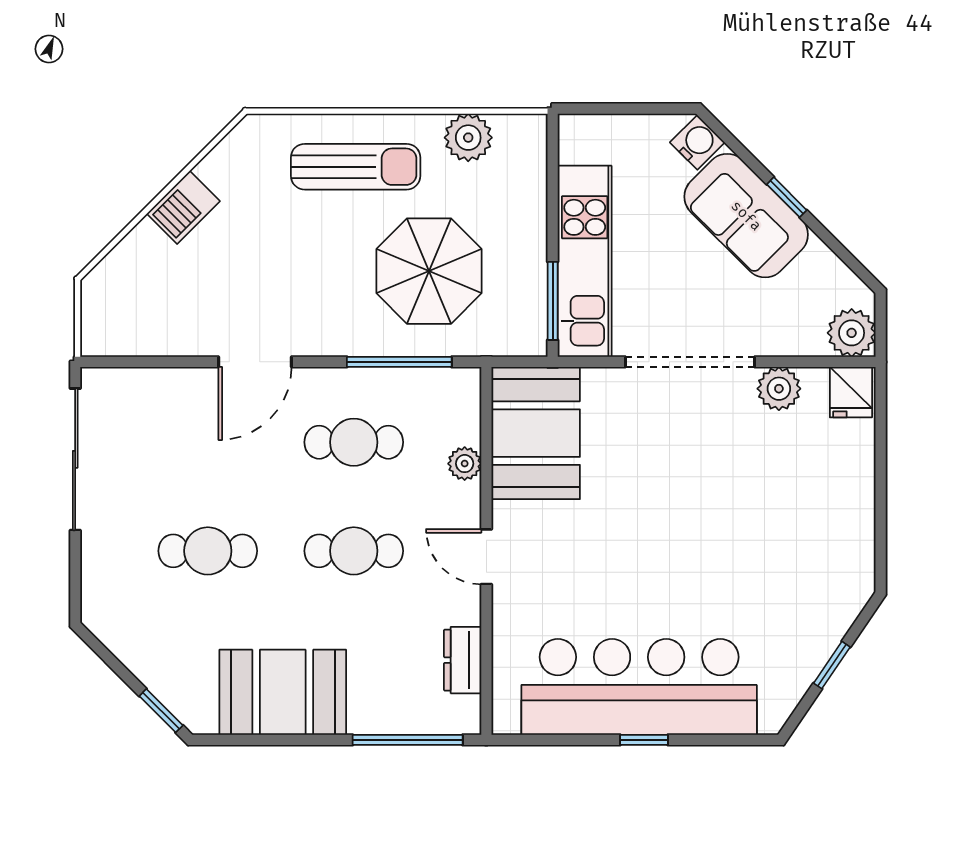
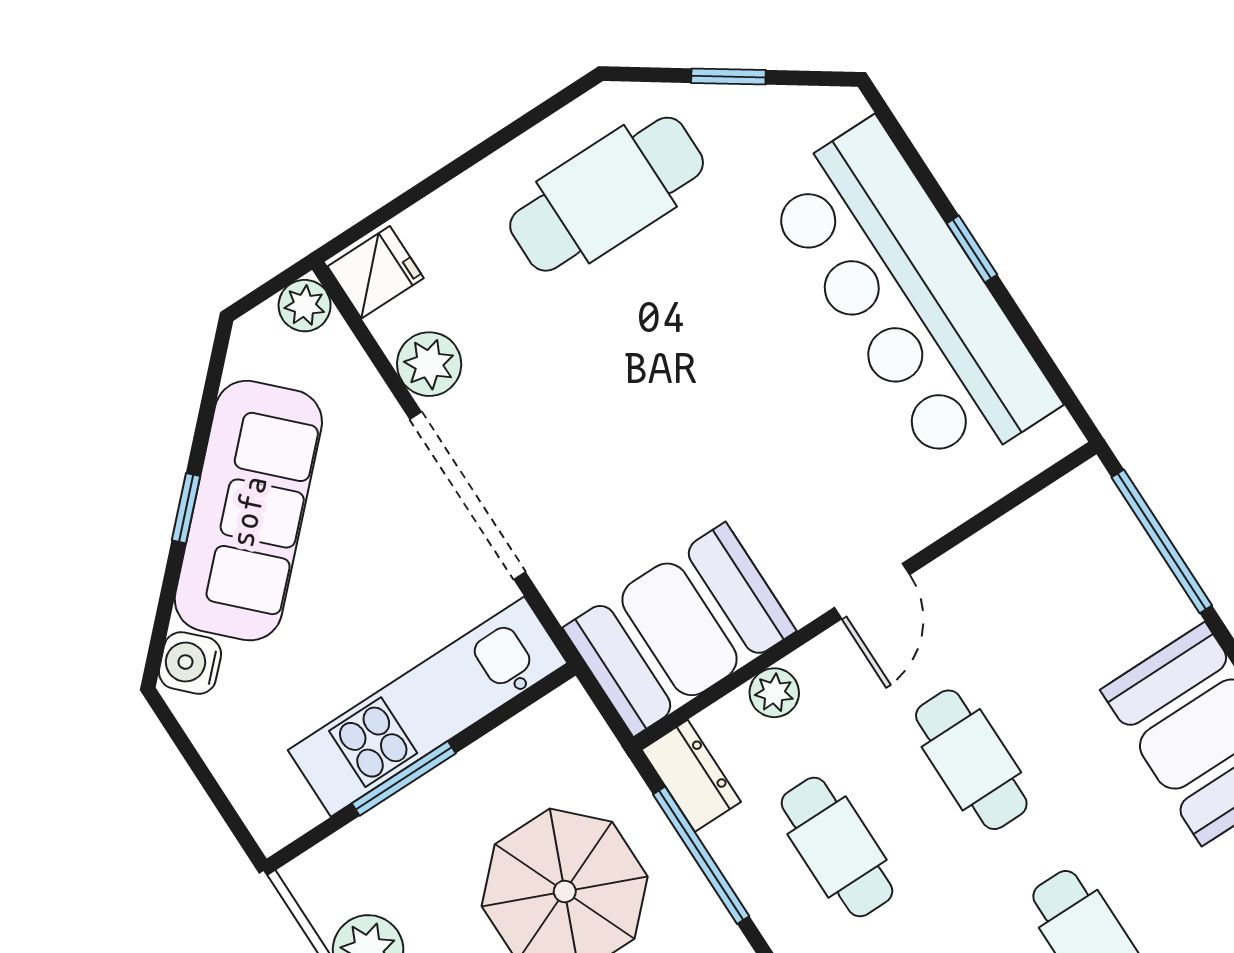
sofa: (746, 216) -> (248, 511), width x1.36
window: (553, 301) -> (404, 778), moved
plant: (852, 333) -> (305, 306), width x0.73, depth x0.73
cafe table: (810, 552) -> (607, 194), added
dresser: (463, 660) -> (691, 776), moved, turned -90

